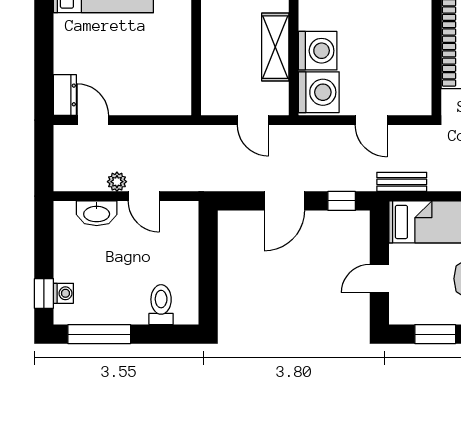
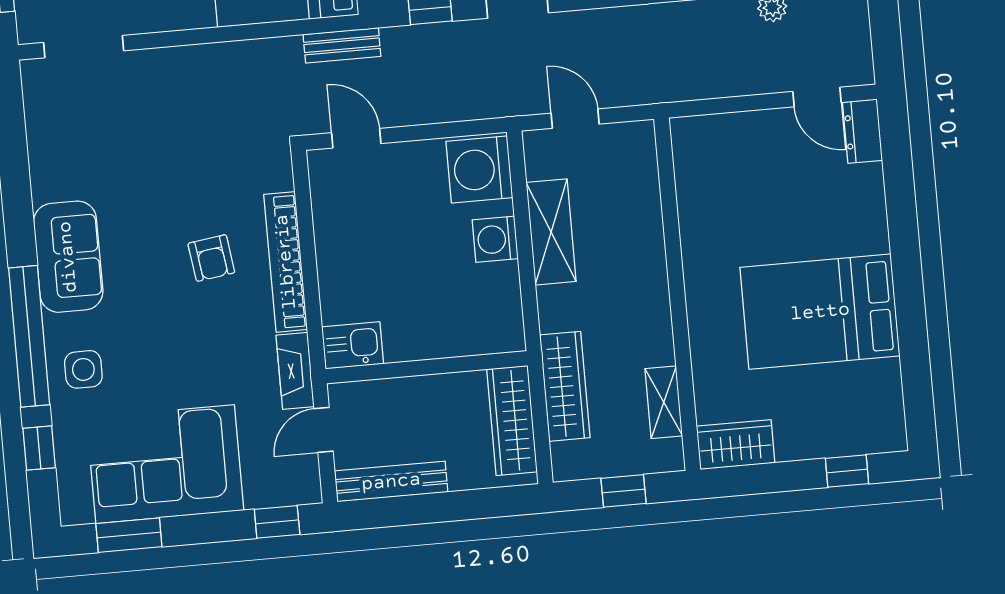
washing machine: (318, 51) -> (495, 239), width x0.73, depth x0.73
door: (371, 120) -> (356, 138), moved

